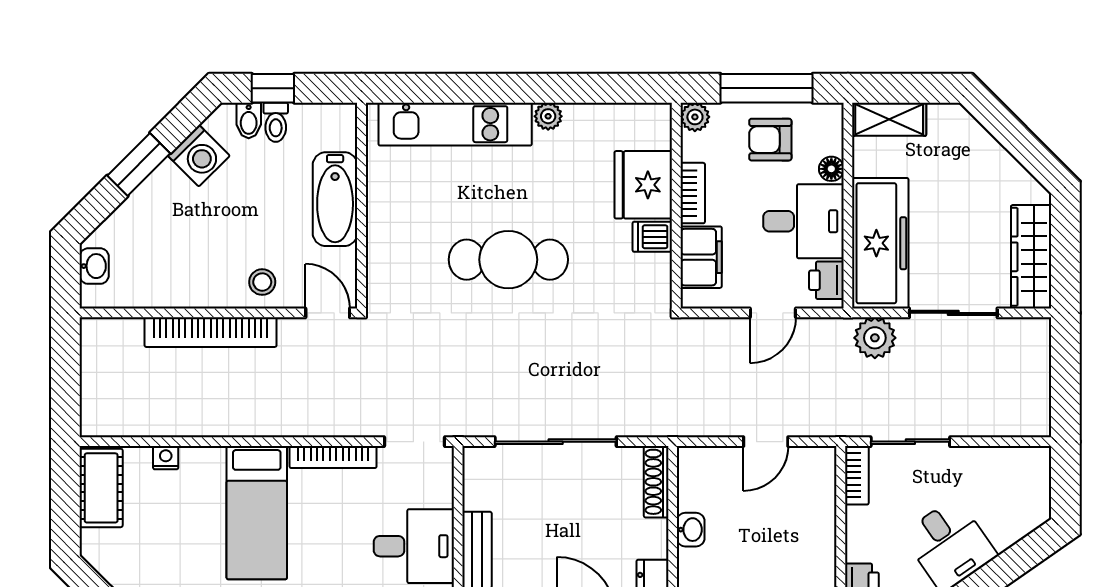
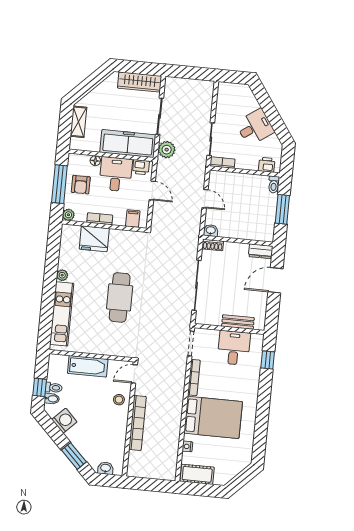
shelving: (889, 119) -> (78, 122), moved
window: (139, 164) -> (74, 456), moved
dishwasher: (652, 237) -> (116, 237), removed
filing cabinet: (701, 257) -> (133, 219), width x0.50
shoe rack: (656, 482) -> (213, 245), width x0.70
bed: (257, 513) -> (213, 417), width x1.50
washbasin: (691, 530) -> (211, 230), moved

